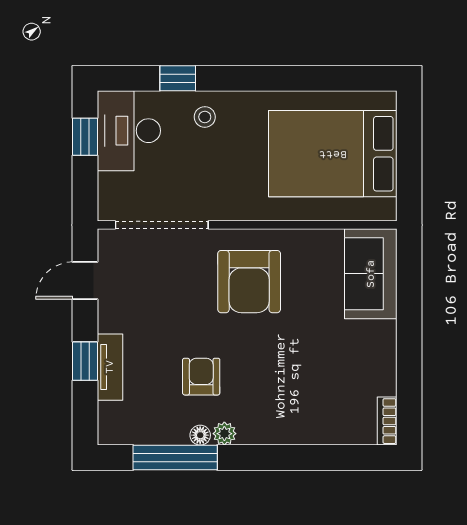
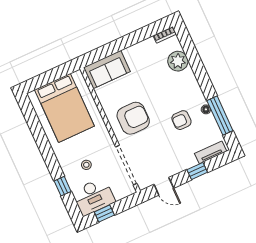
stool: (205, 117) -> (86, 165), moved
tv unit: (110, 367) -> (211, 152), moved
plant: (224, 434) -> (178, 61), moved, width x1.87, depth x1.87

